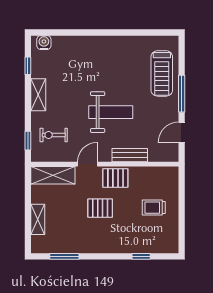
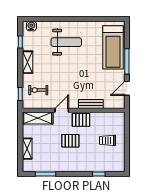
treadmill: (162, 73) -> (113, 47), width x1.37, depth x1.38
weight bench: (111, 112) -> (66, 42), moved

